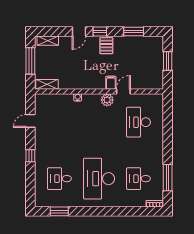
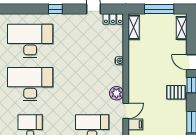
filing cabinet: (111, 83) -> (135, 124), moved
door: (123, 91) -> (126, 111), hinge flipped
locker: (40, 103) -> (113, 19), added
desk: (60, 179) -> (30, 41), width x1.87, depth x1.30

